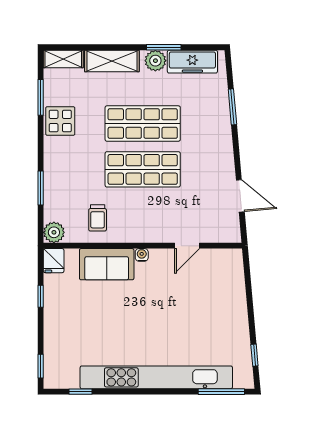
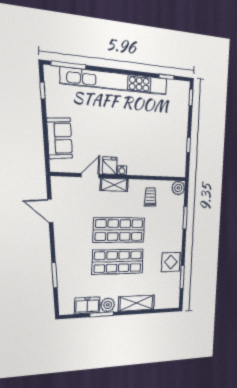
shelving: (63, 59) -> (114, 185), moved
freezer: (192, 62) -> (87, 305), width x0.71
fridge: (54, 261) -> (110, 166), moved
sofa: (107, 264) -> (60, 138), moved, turned 85

